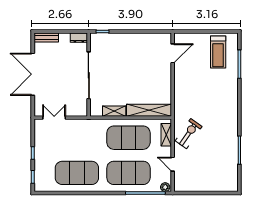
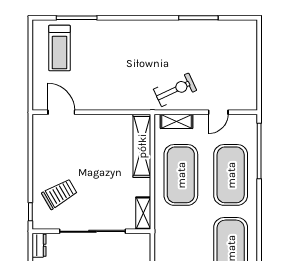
trolley: (115, 52) -> (60, 194), added
treadmill: (218, 52) -> (59, 48), turned 90
shelving: (114, 111) -> (143, 213), moved
exercise bike: (189, 134) -> (175, 90), turned 120
plant: (165, 187) -> (251, 123), removed

